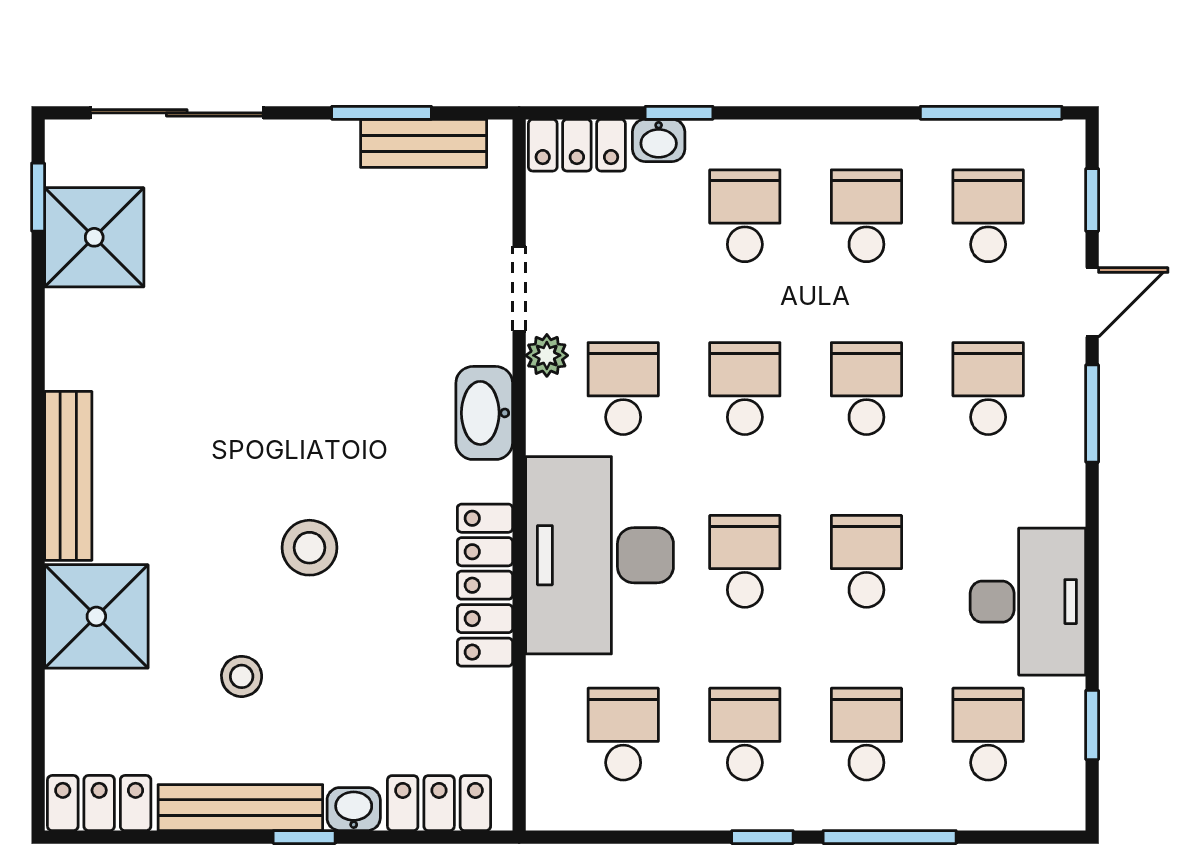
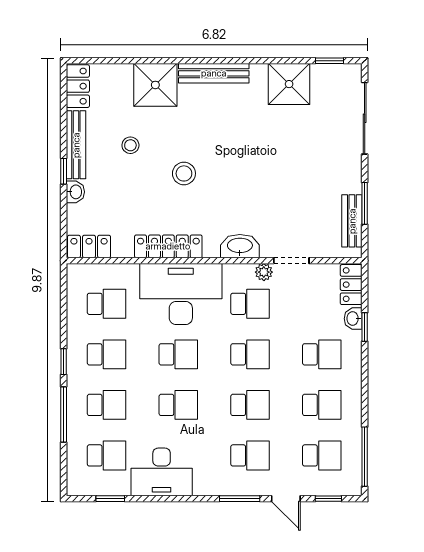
shower: (94, 237) -> (289, 84), moved
locker: (439, 803) -> (89, 246), moved, turned -90

